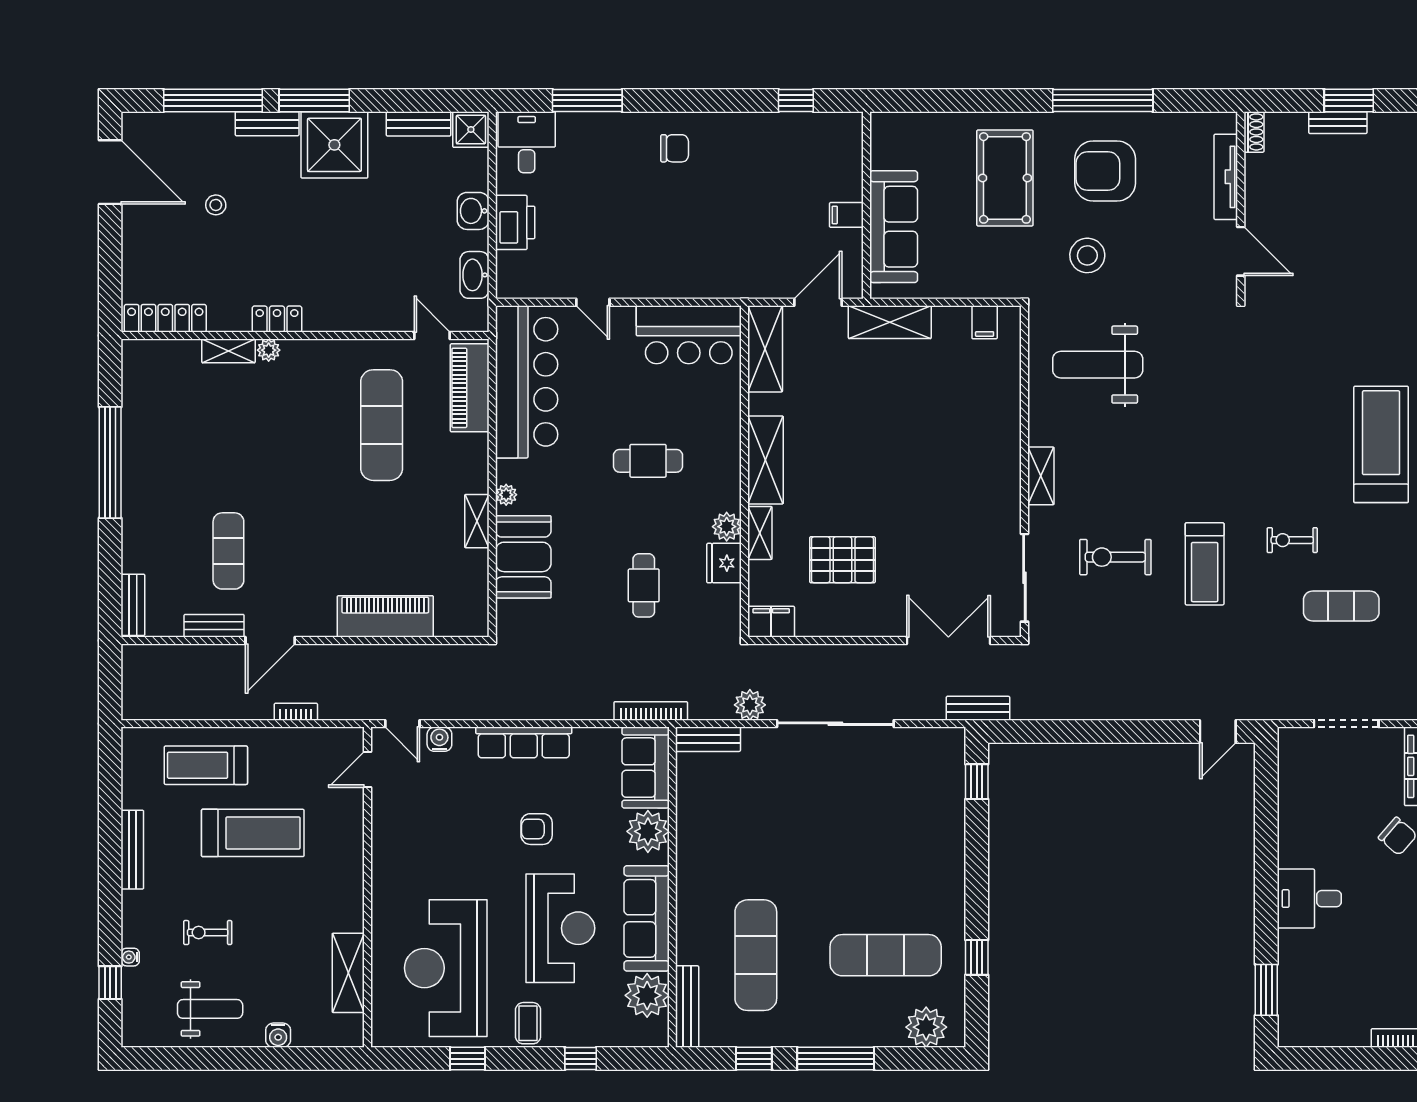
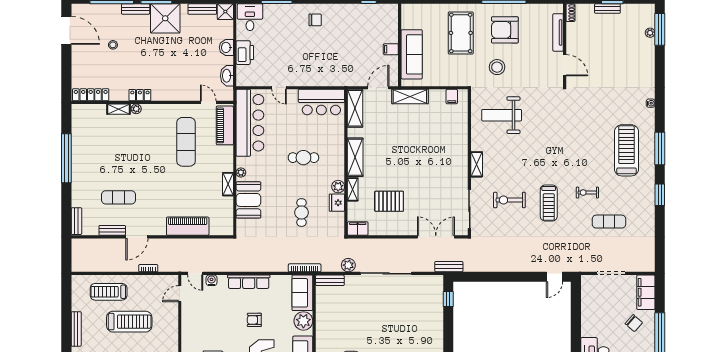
exercise mat: (228, 551) -> (119, 197), turned 90

